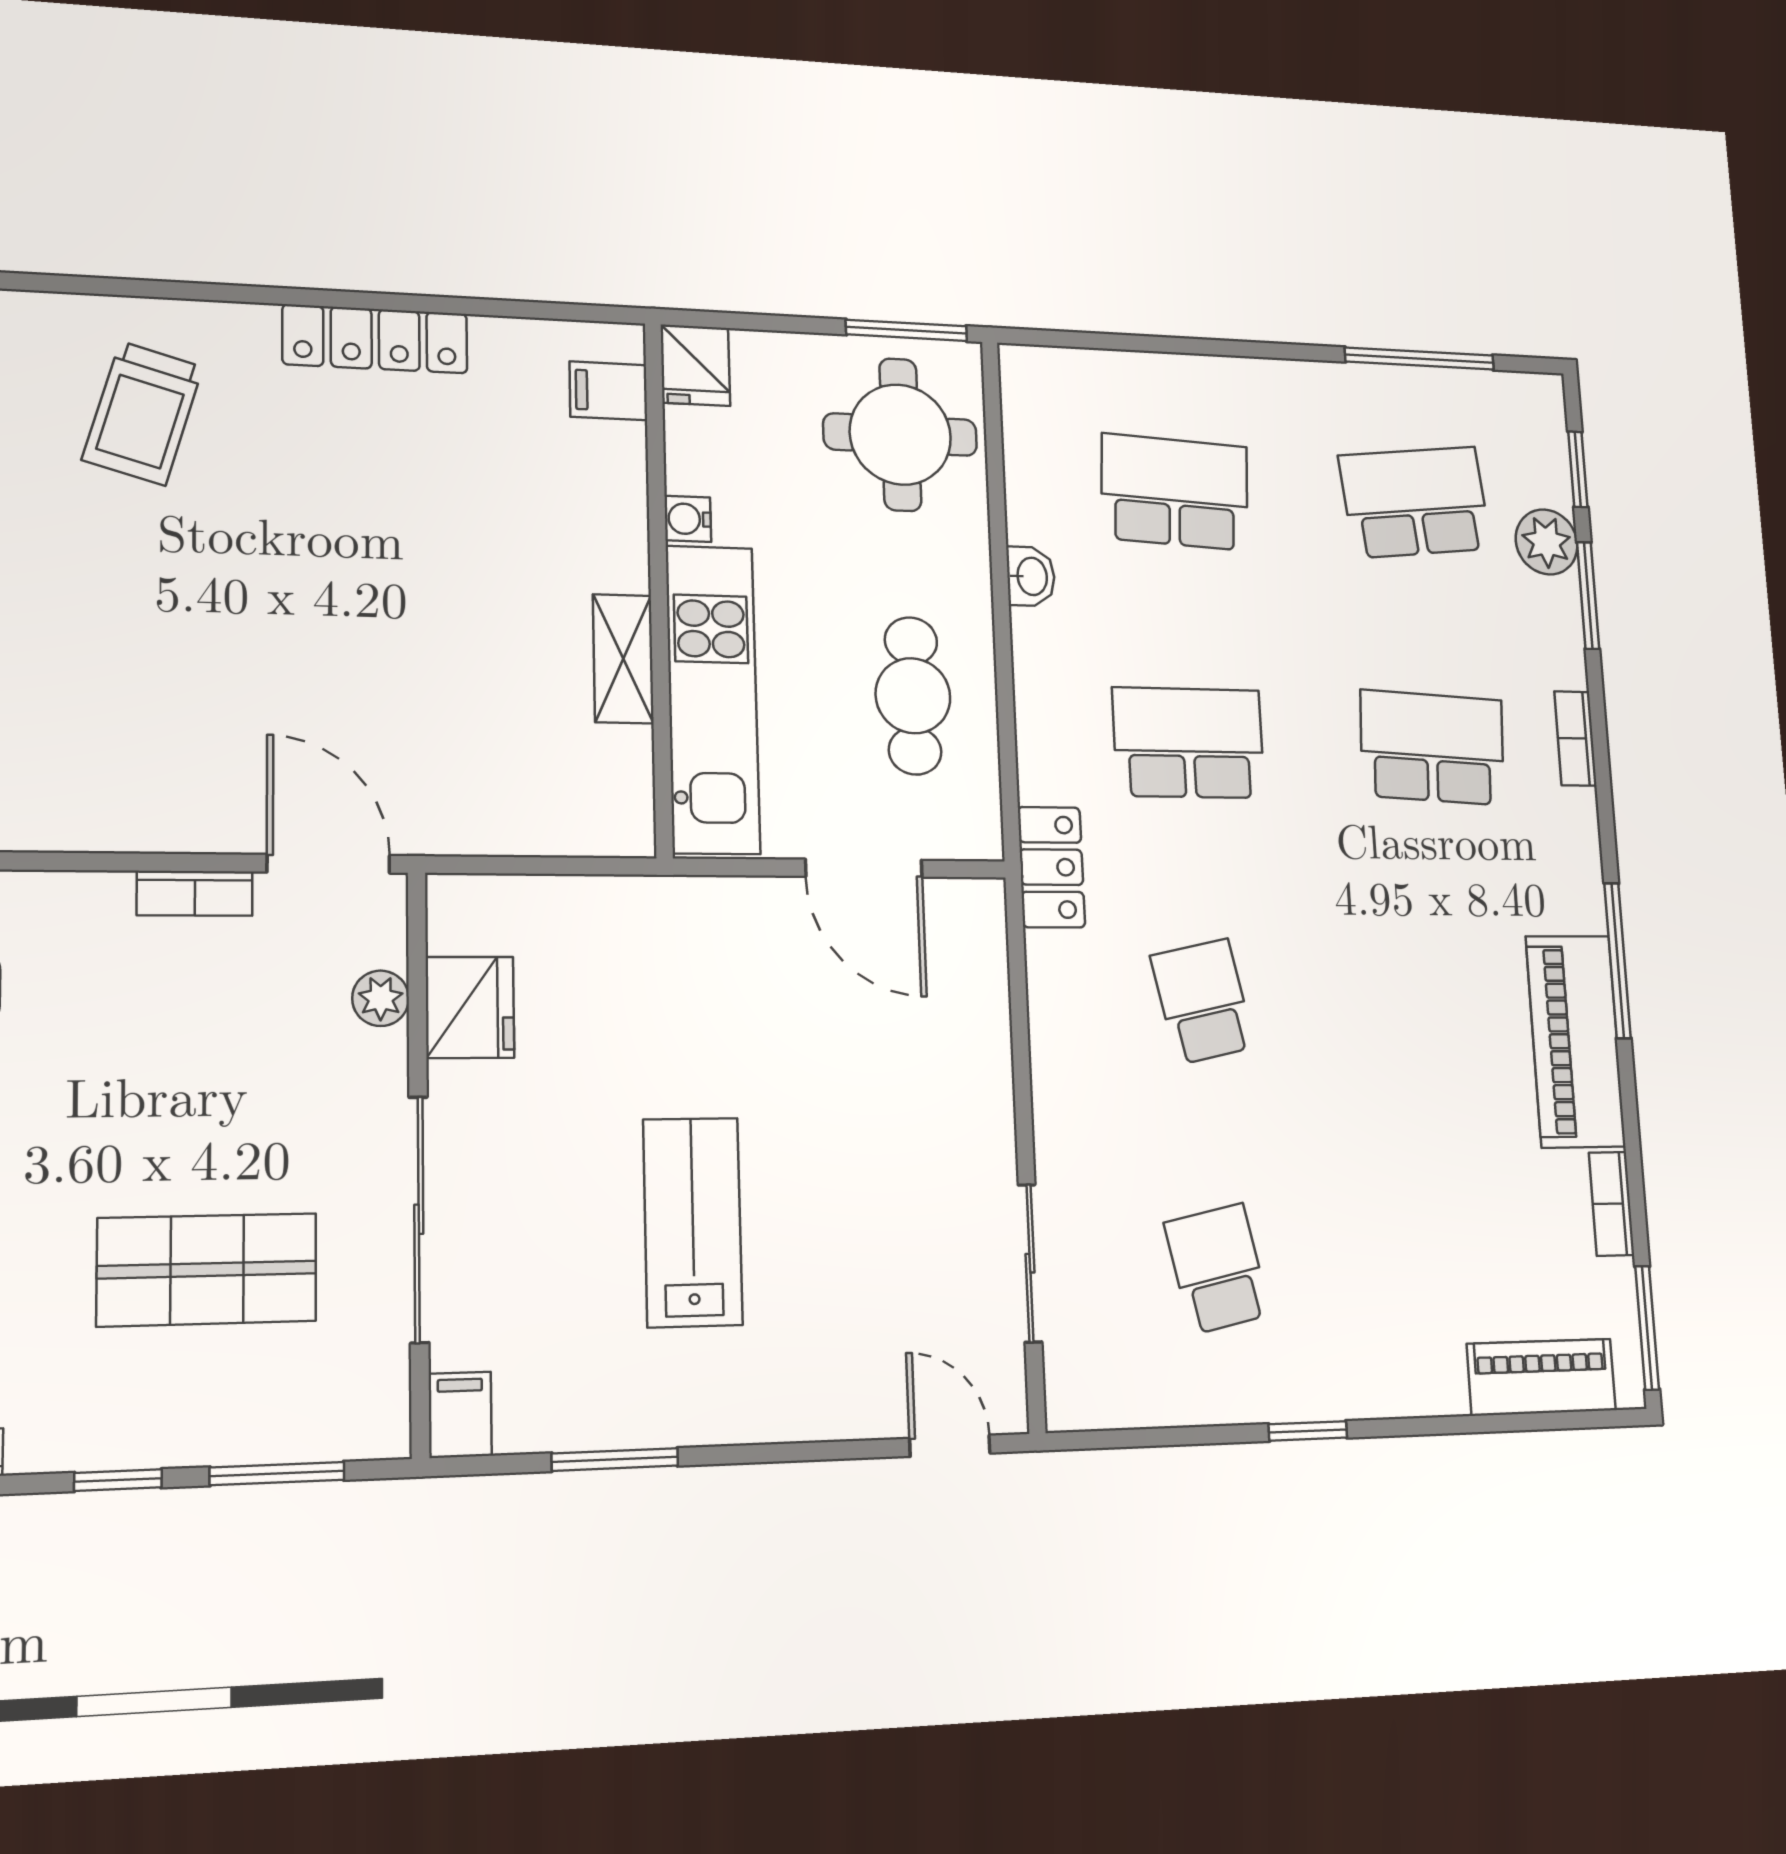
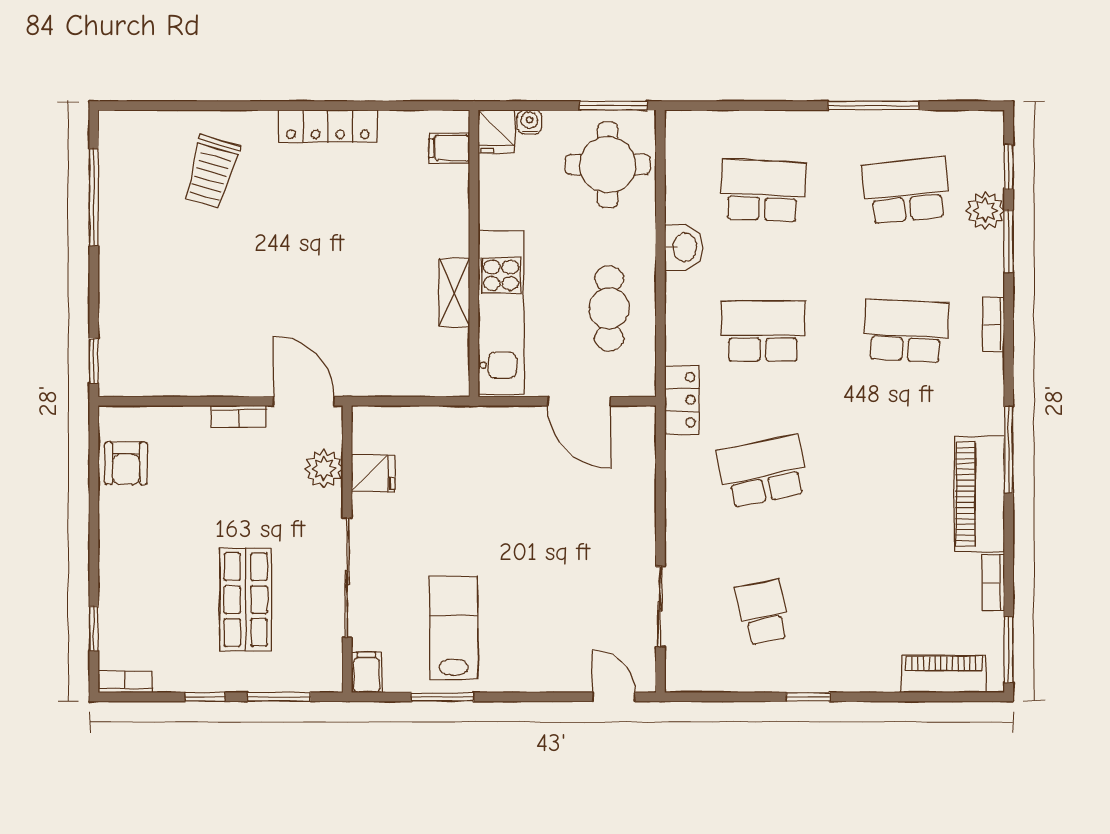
window: (1420, 359) -> (873, 106), moved
water cooler: (688, 519) -> (529, 122), moved, turned 90
washbasin: (1031, 576) -> (684, 247), width x1.38, depth x1.45
plant: (381, 998) -> (324, 469), width x1.38, depth x1.38
school desk: (1203, 1002) -> (763, 471), width x1.85
fridge: (470, 1007) -> (373, 473), width x0.72
lab bench: (693, 1222) -> (454, 628), moved
shop shelf: (207, 1270) -> (246, 600), turned 90

